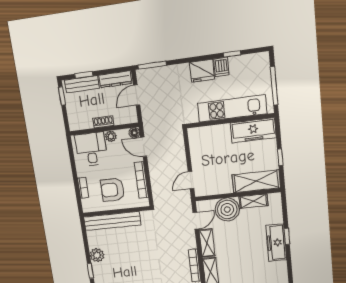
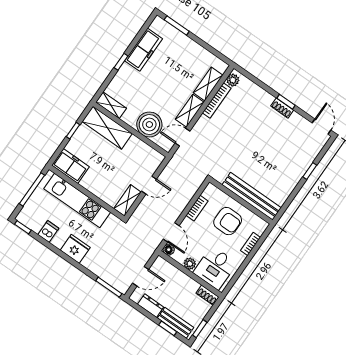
window: (232, 54) -> (23, 227), moved
dishwasher: (221, 67) -> (48, 232), moved
dresser: (115, 79) -> (151, 306), width x0.70
shoe rack: (103, 122) -> (207, 295), moved
freezer: (253, 130) -> (70, 166), width x0.71
shelving: (195, 142) -> (128, 200), added
bookcase: (141, 180) -> (197, 208), width x0.64
door: (191, 180) -> (149, 185), moved
shelving: (254, 201) -> (111, 105), moved
freezer: (276, 243) -> (144, 50), moved
plant: (97, 255) -> (291, 179), removed

